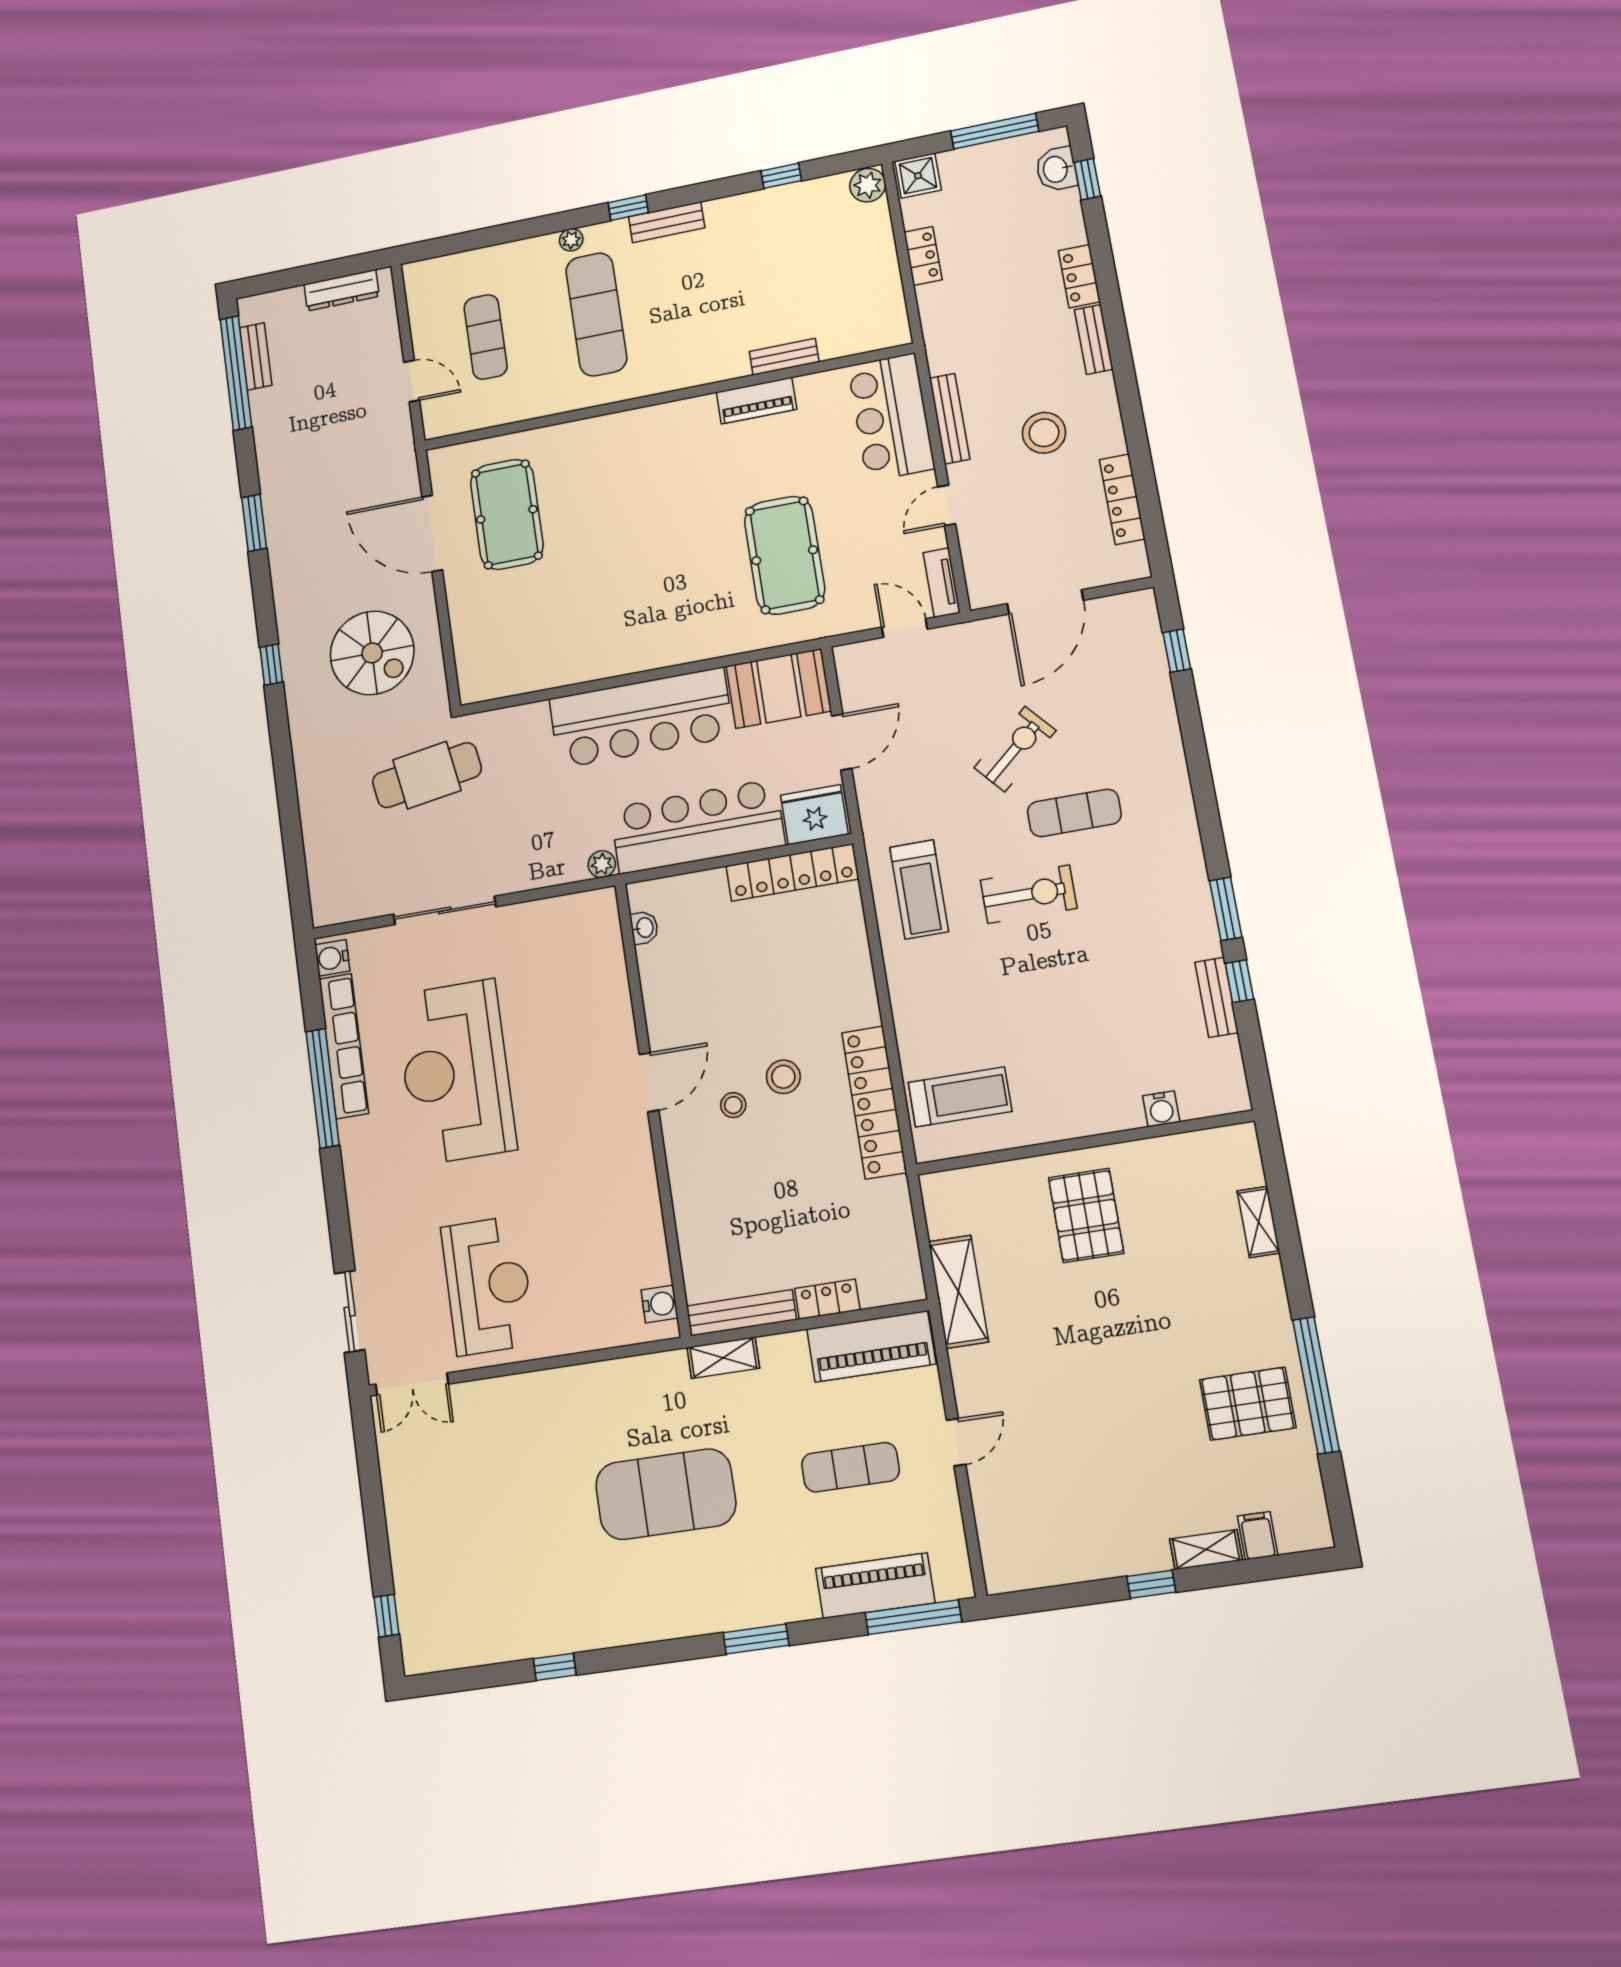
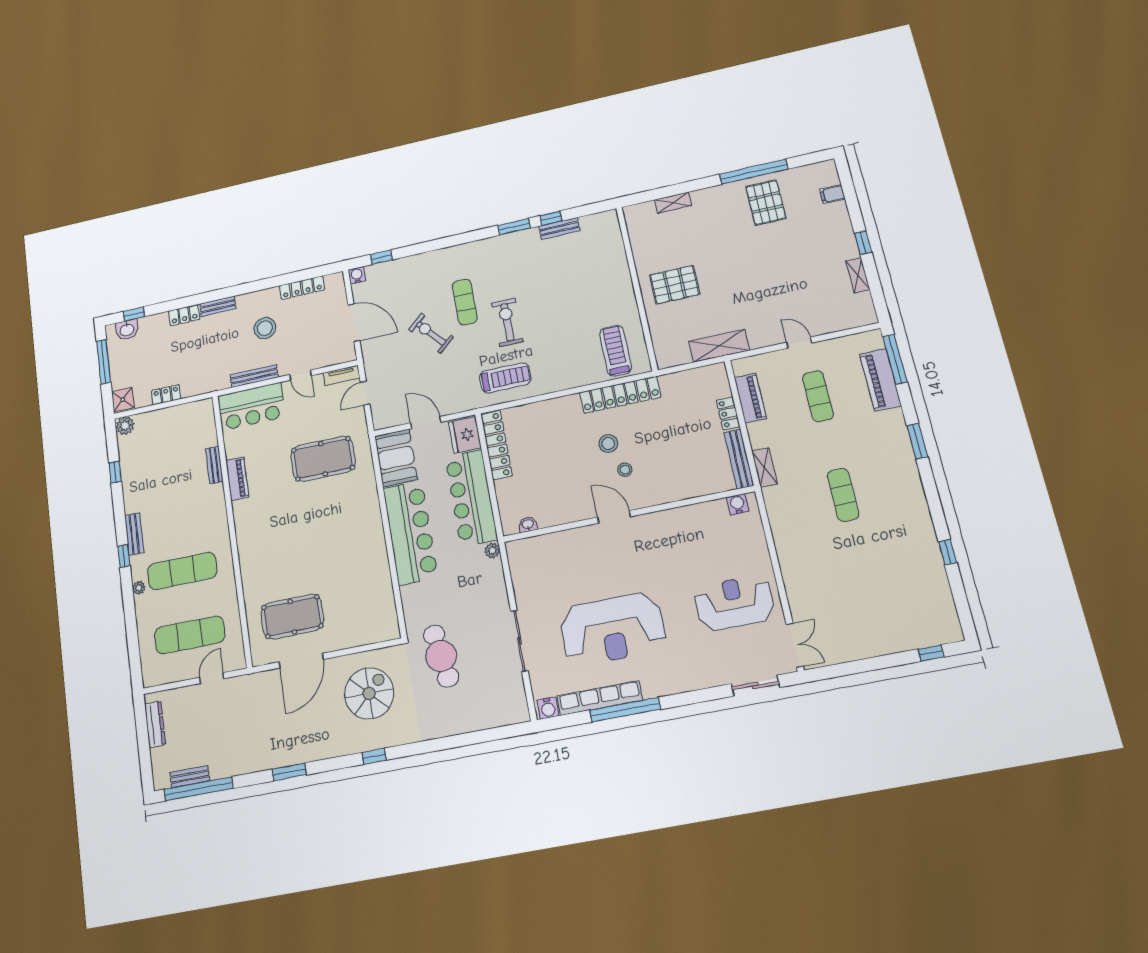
exercise mat: (486, 337) -> (190, 635), width x1.36, depth x1.45
water cooler: (1161, 1109) -> (357, 275), moved, turned -90
piano: (871, 1346) -> (750, 398), width x0.73, depth x0.75
exercise mat: (666, 1494) -> (843, 495), width x0.50, depth x0.69
shelving: (1206, 1550) -> (858, 275), moved

